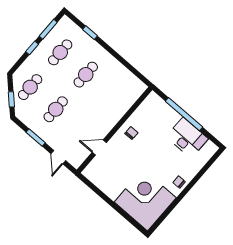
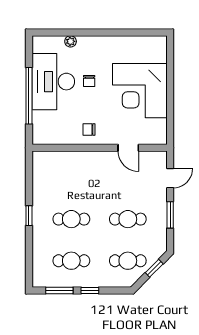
window: (90, 33) -> (29, 216), moved
desk: (187, 138) -> (53, 82), width x1.36, depth x1.30
plant: (195, 169) -> (71, 41), added
chair: (179, 182) -> (89, 81), moved
corner desk: (145, 200) -> (140, 91), moved

